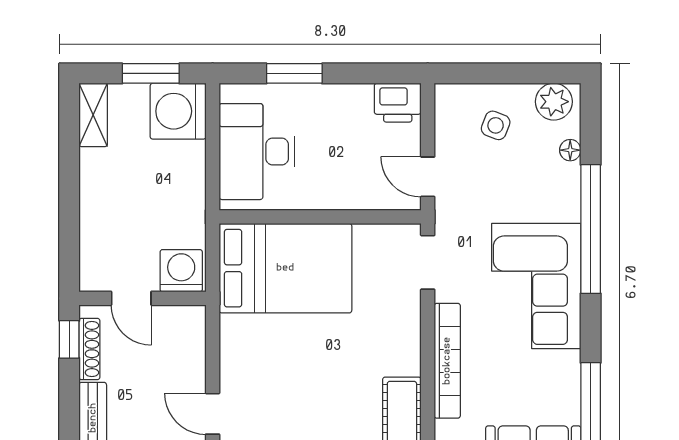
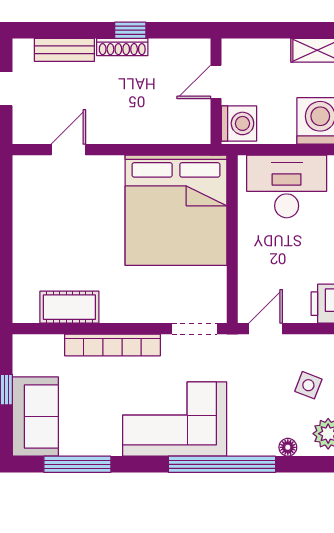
bed: (285, 268) -> (176, 210), width x1.36
washing machine: (181, 271) -> (239, 123), moved
door: (131, 298) -> (216, 82), moved
wall: (142, 298) -> (216, 91), moved

